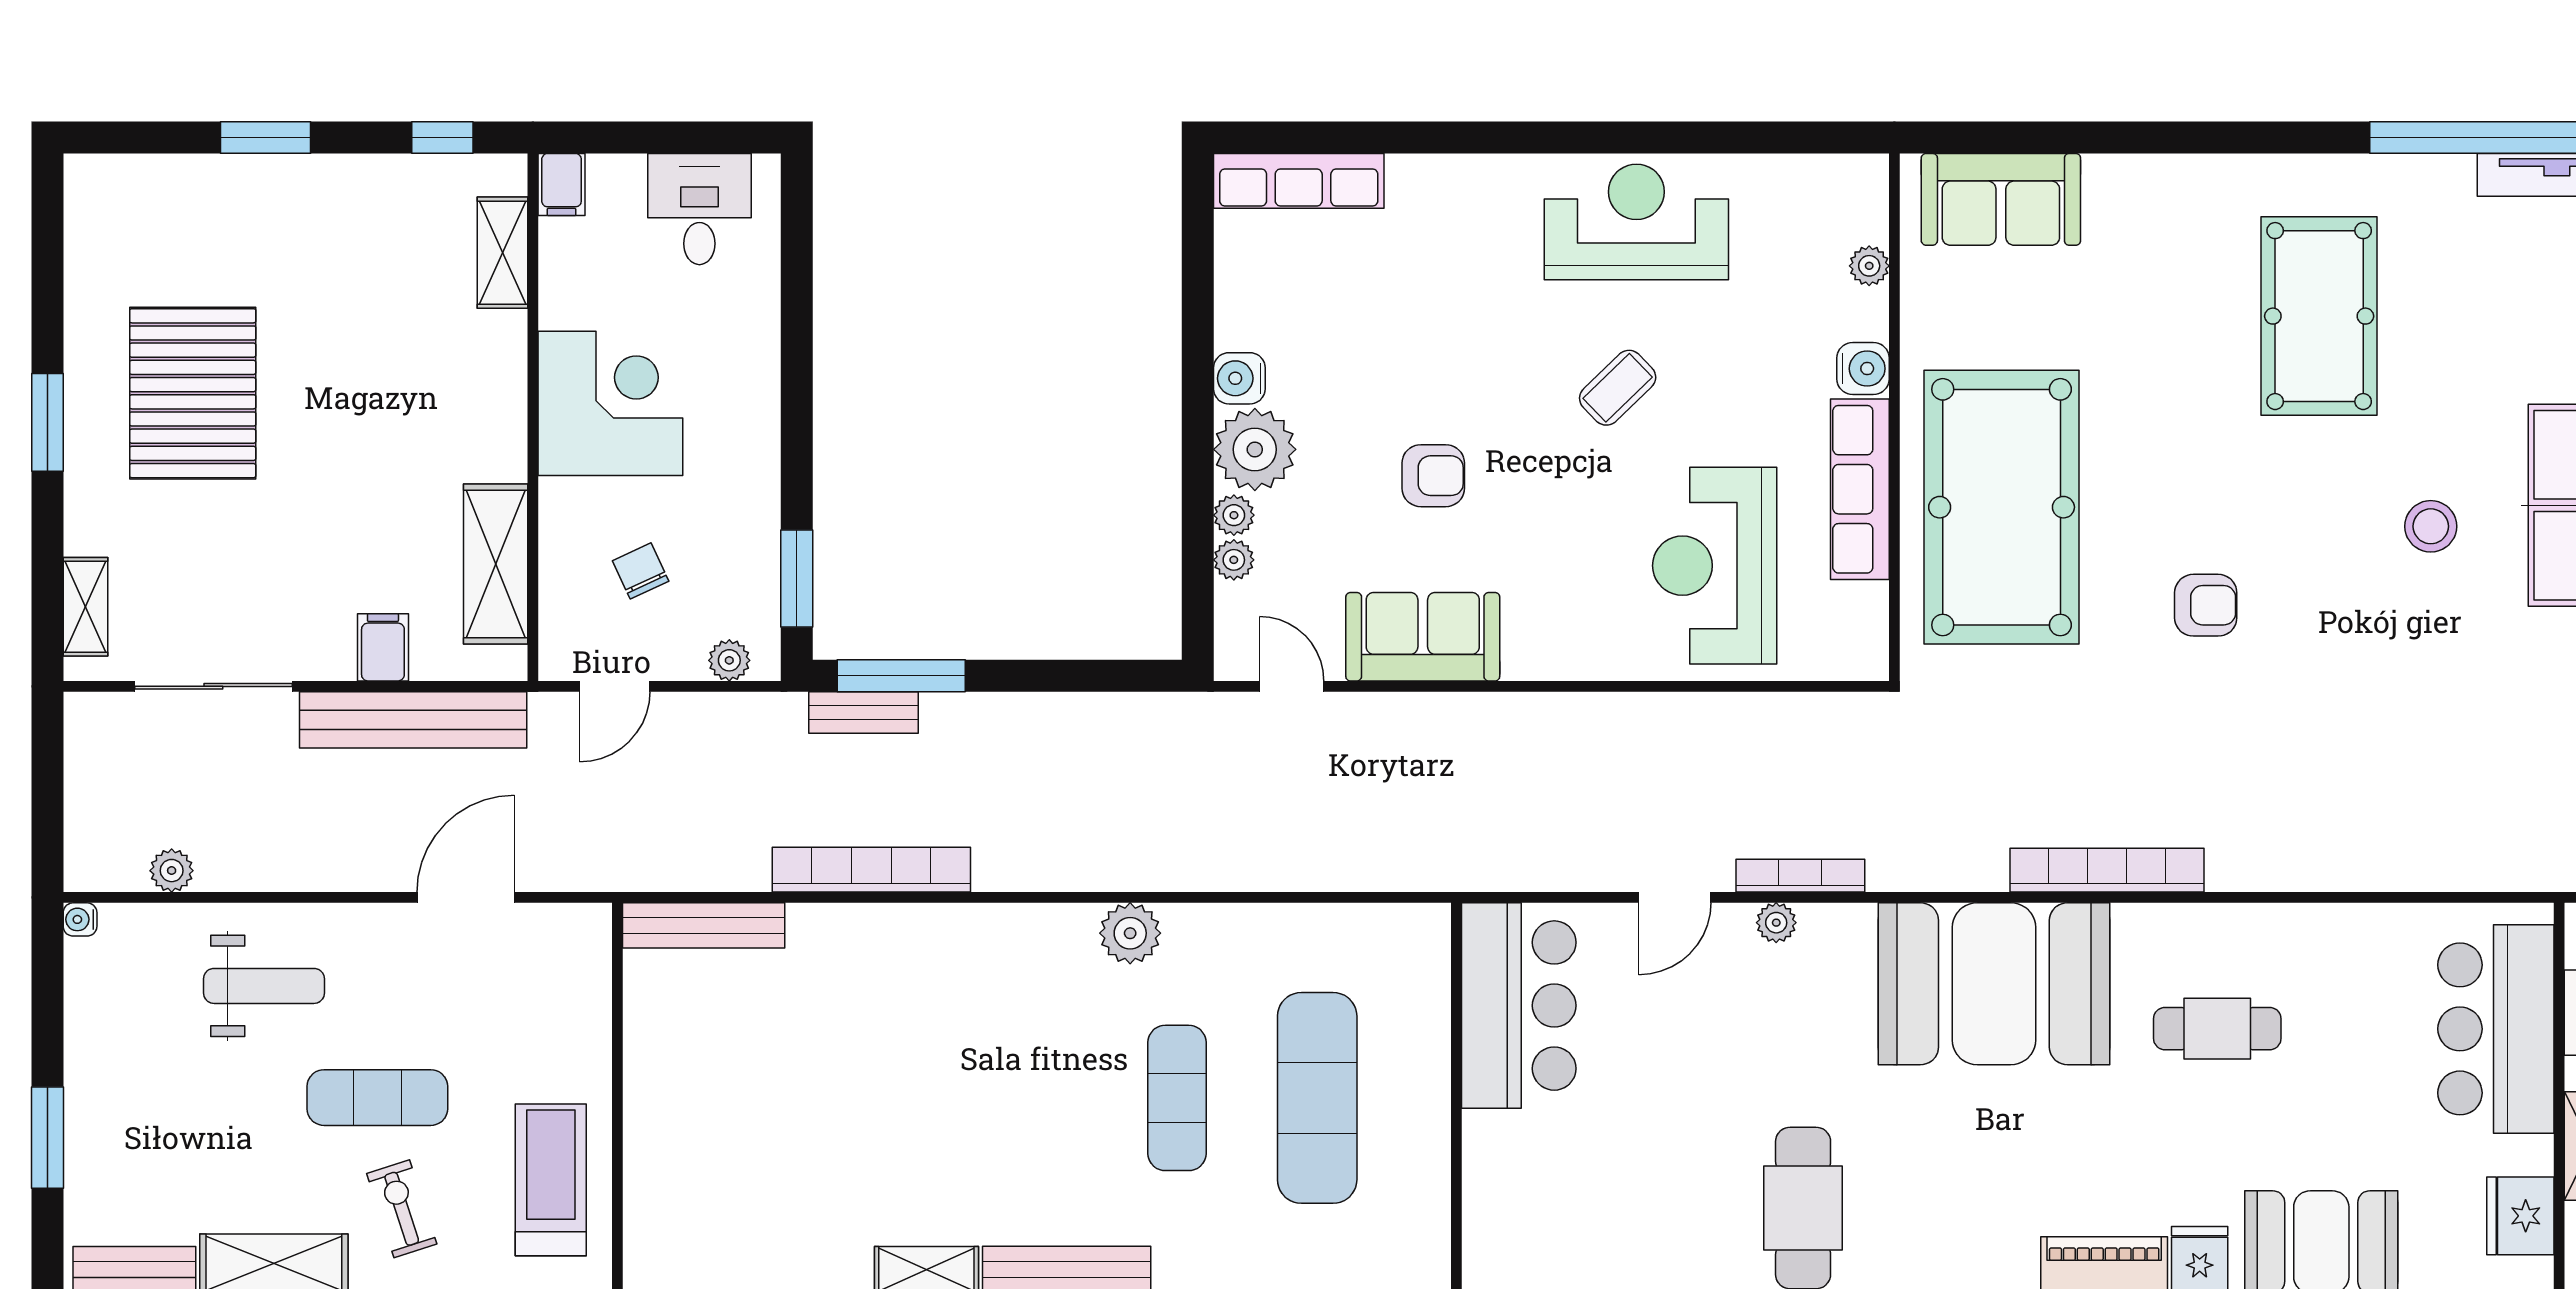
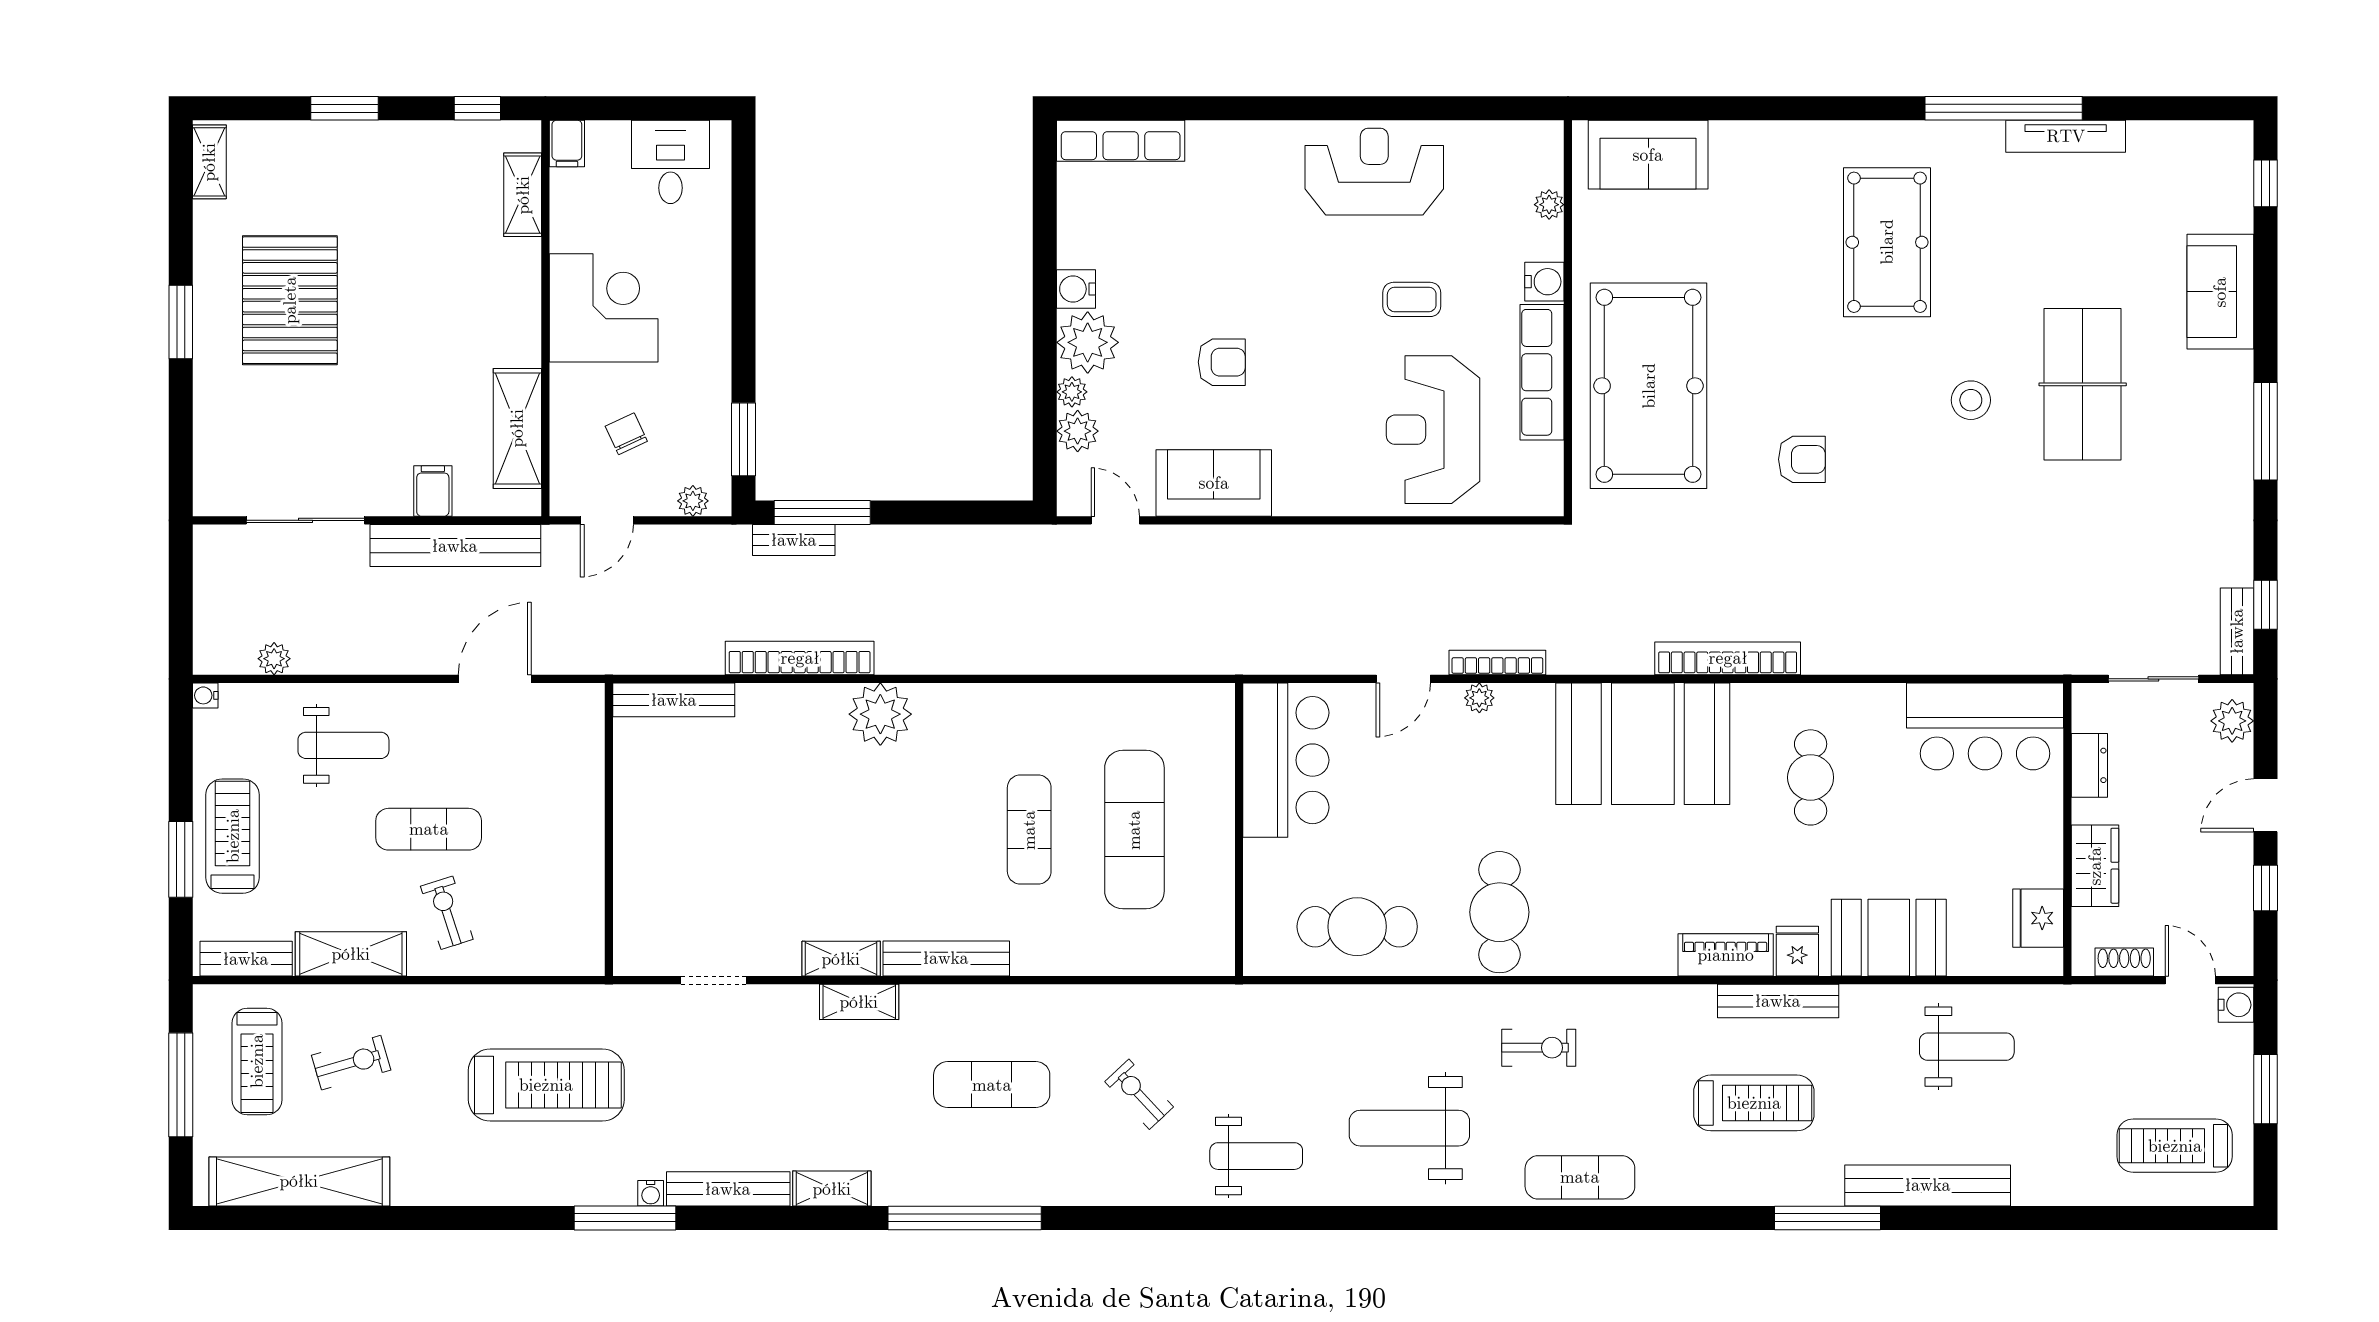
coffee table: (1618, 388) -> (1412, 299), moved, turned 44
plant: (1234, 560) -> (1078, 431), width x1.38, depth x1.38
shelving: (85, 607) -> (209, 162), moved
plant: (1130, 933) -> (880, 714), moved, width x1.36, depth x1.36
cafe table: (2217, 1029) -> (1811, 777), turned 90
bar counter: (2496, 1029) -> (1985, 726), moved, turned -90
treadmill: (551, 1180) -> (233, 836), moved
cafe table: (1614, 1227) -> (1357, 927), added

